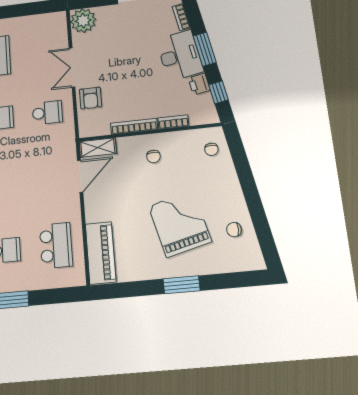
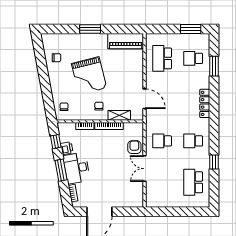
plant: (83, 21) -> (135, 199), removed
double door: (72, 67) -> (144, 169), swing flipped
shelving: (98, 148) -> (119, 115), moved
door: (80, 176) -> (144, 99), swing flipped
grand piano: (180, 224) -> (89, 76), moved
piano: (101, 253) -> (126, 41), moved, turned -90

